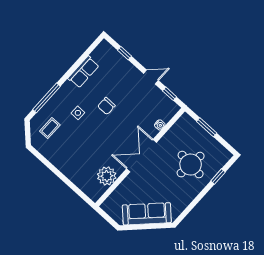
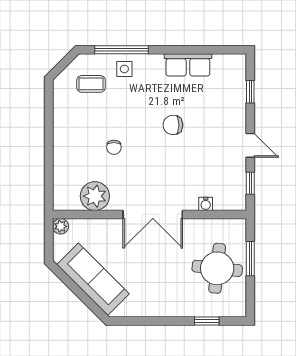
side table: (78, 113) -> (124, 69), moved
chair: (91, 145) -> (114, 147), added
double door: (142, 156) -> (153, 214), swing flipped
round table: (191, 165) -> (217, 268), moved
plant: (106, 206) -> (61, 226), added

